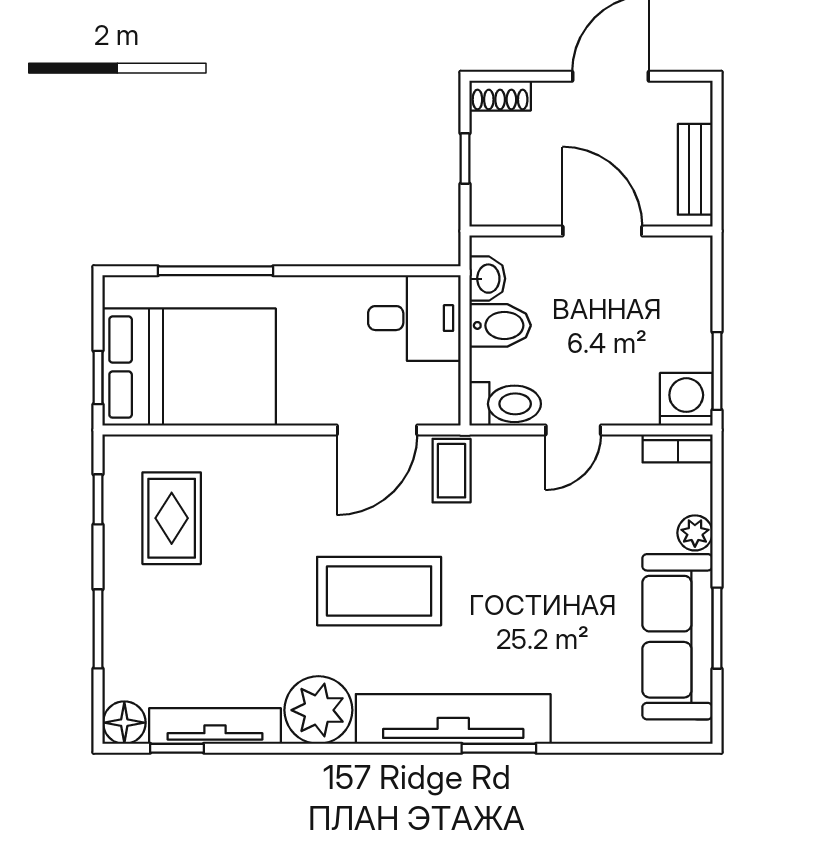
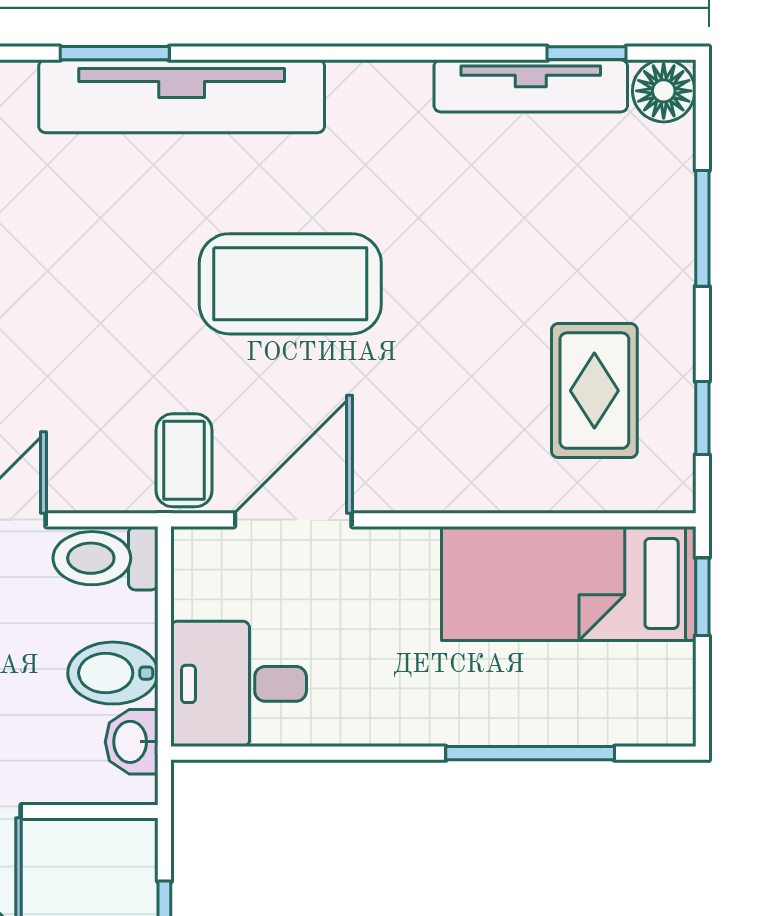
bed: (189, 367) -> (569, 584), width x0.67
plant: (318, 710) -> (379, 109), removed

